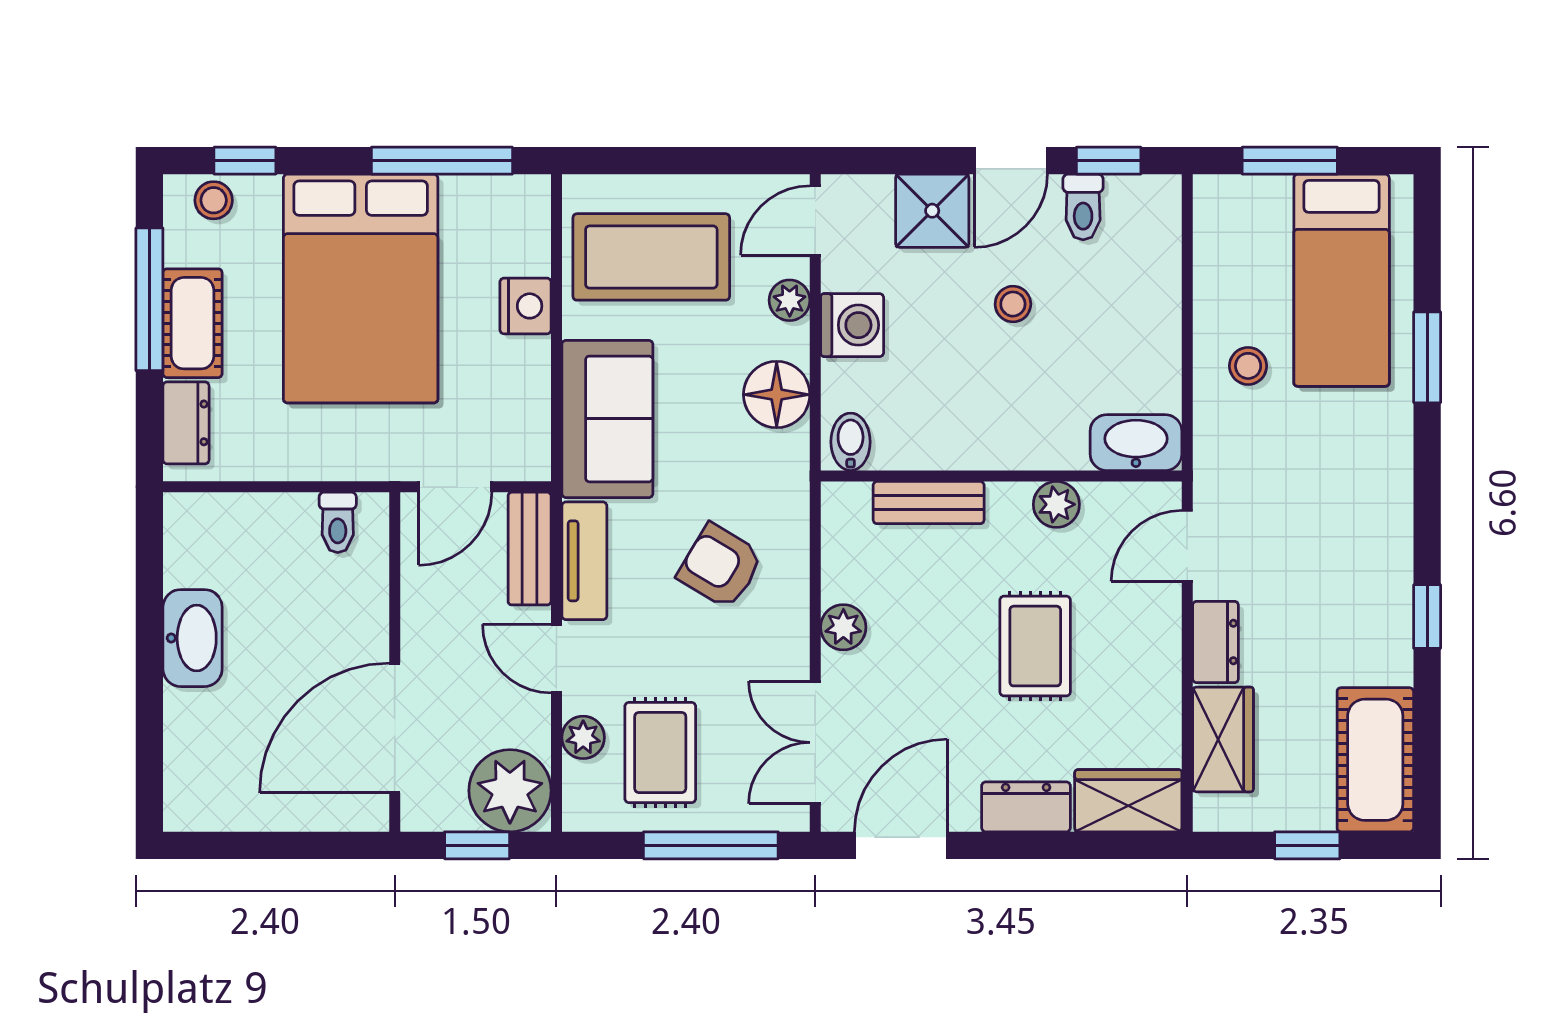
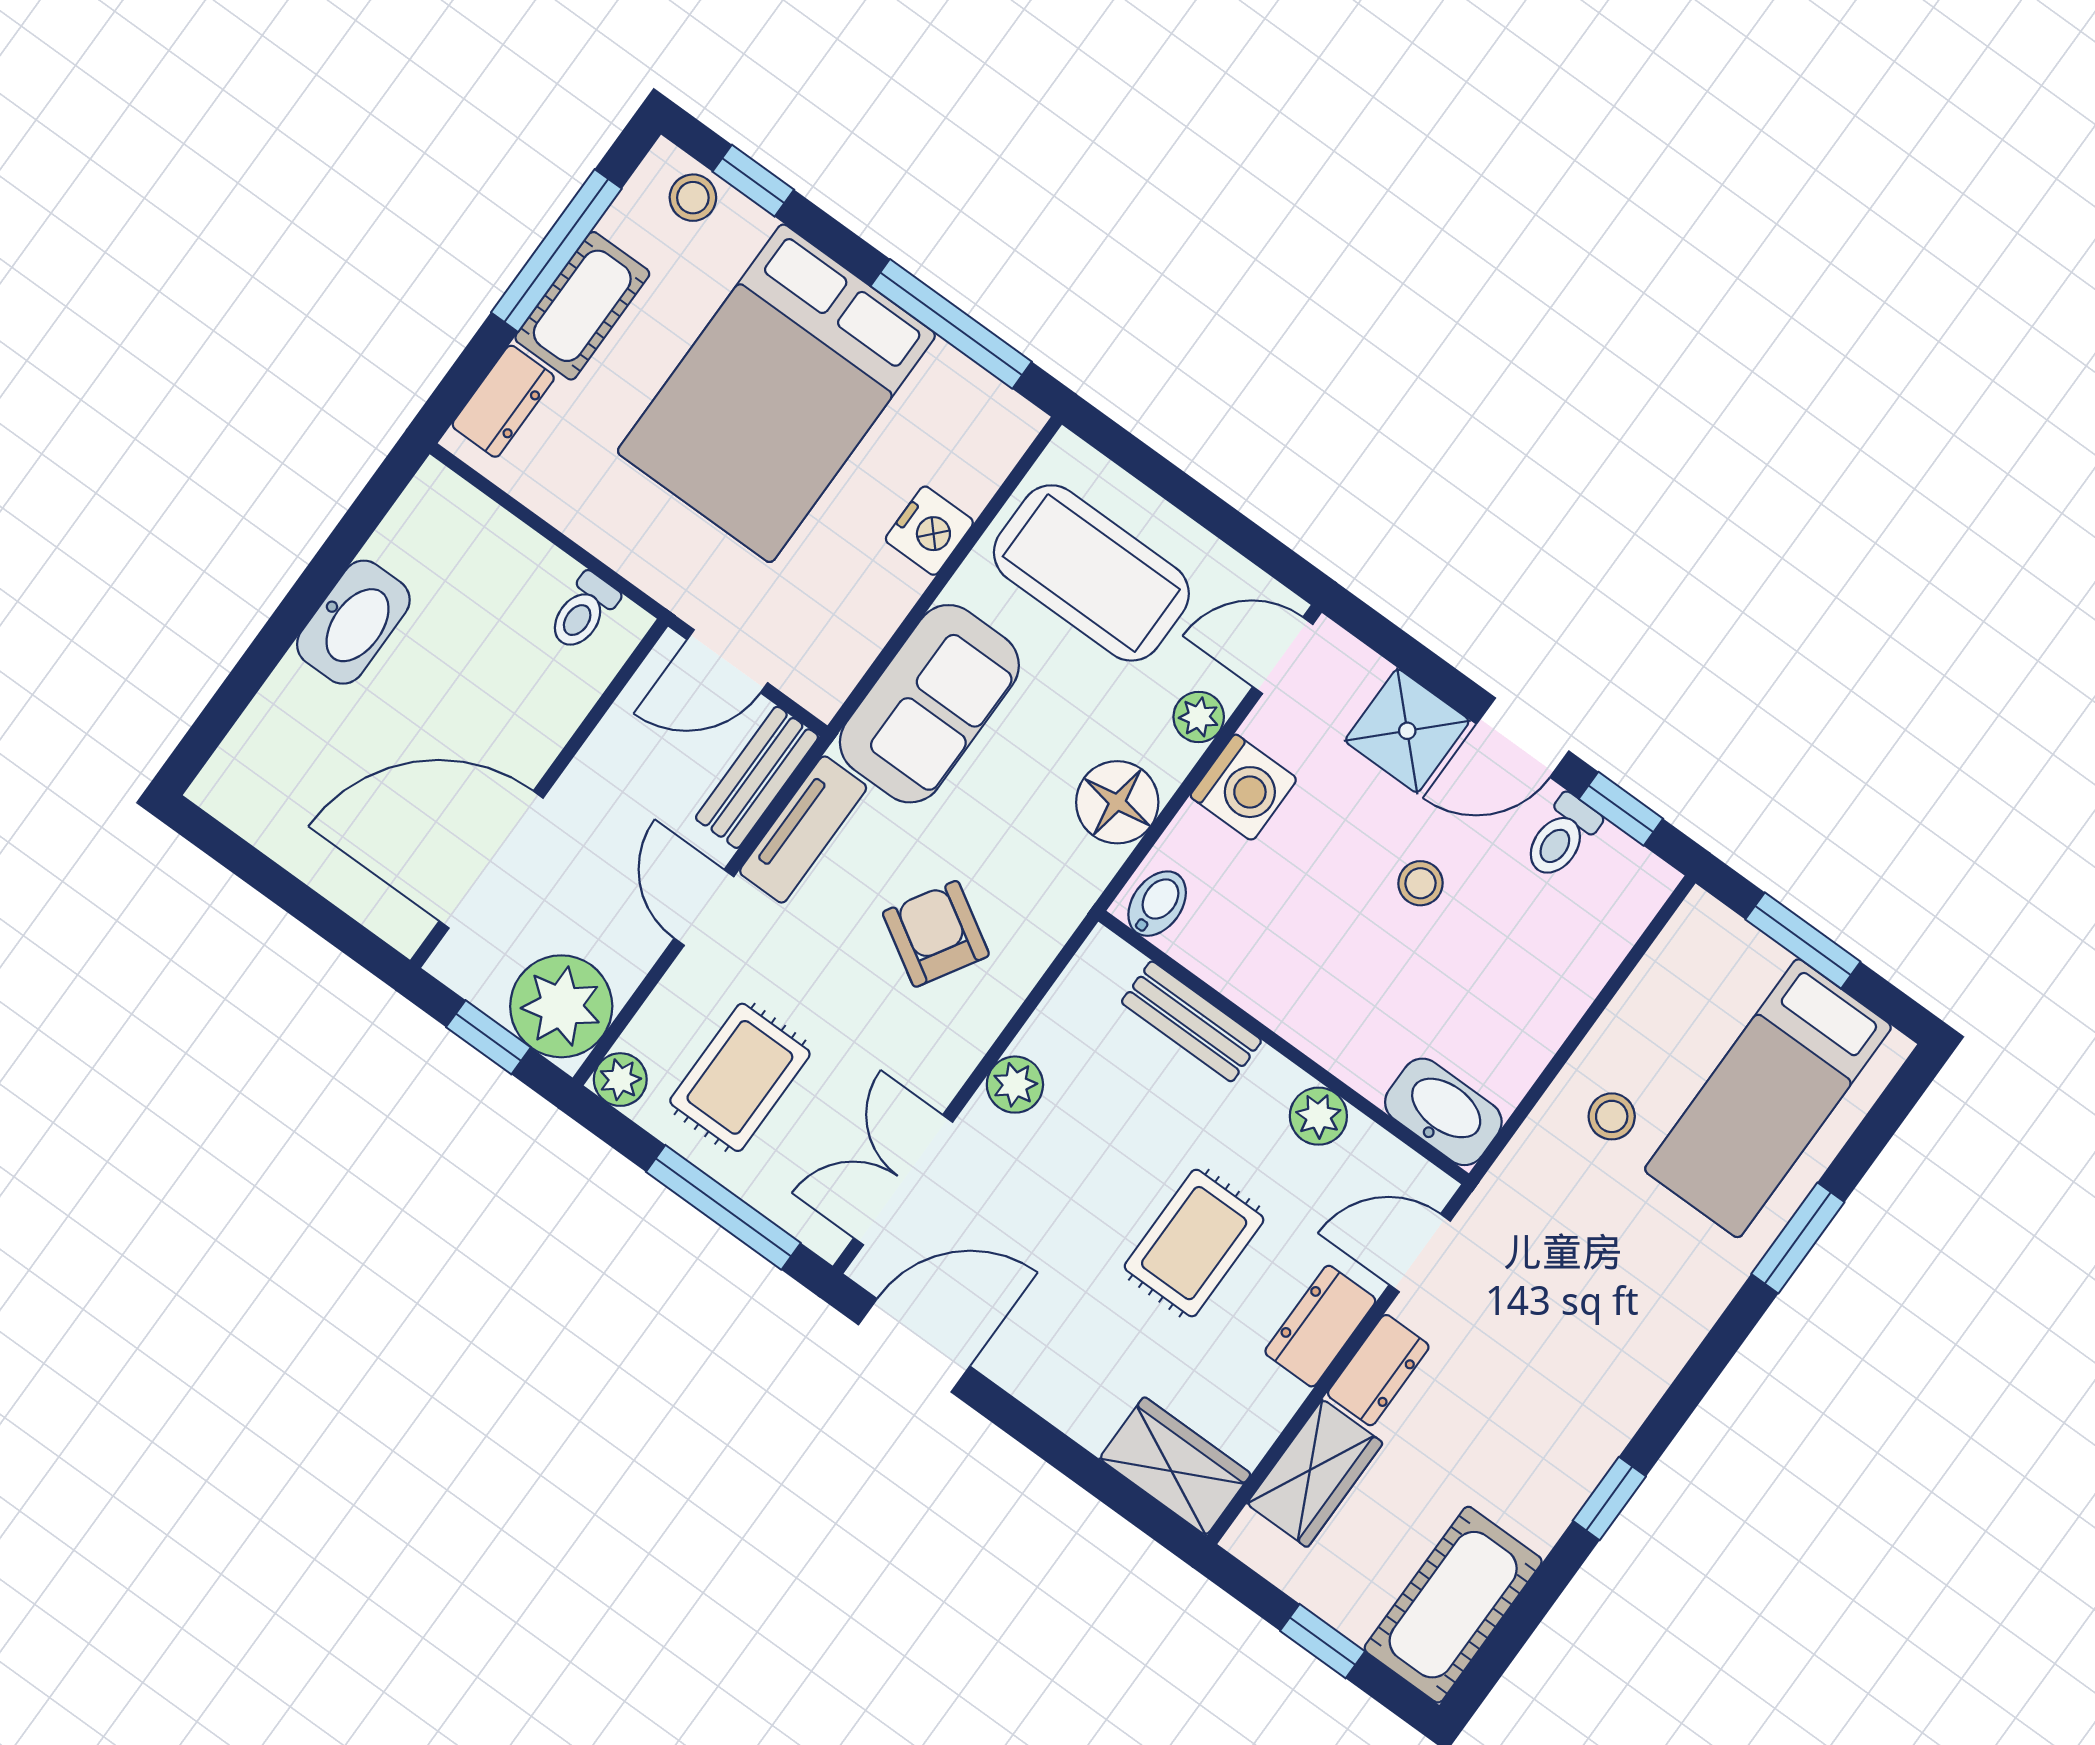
plant: (583, 737) -> (620, 1080), moved
dresser: (1026, 807) -> (1320, 1326), moved, turned -90

